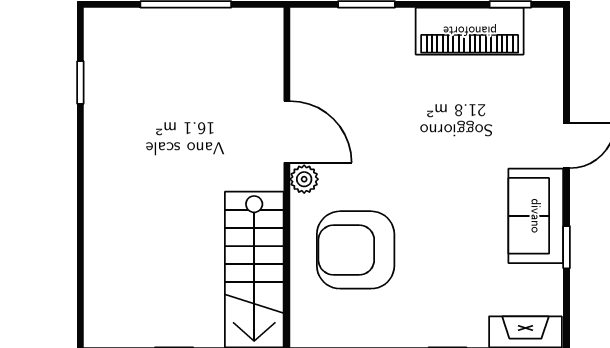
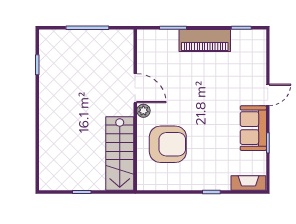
piano: (470, 31) -> (205, 40), moved
armchair: (356, 250) -> (168, 144), turned 180

